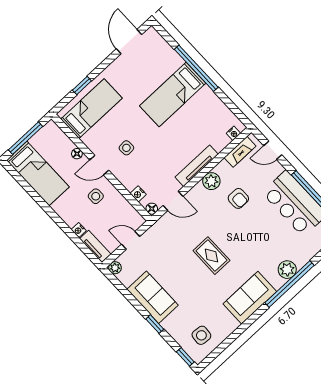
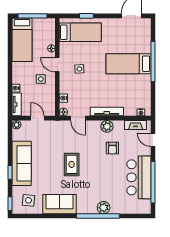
sofa: (152, 297) -> (22, 163), width x1.36
sofa: (250, 298) -> (59, 204), moved

